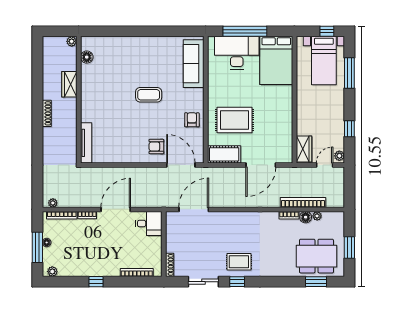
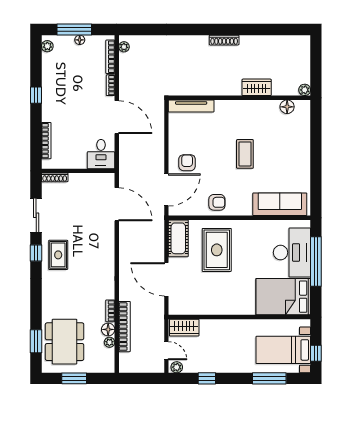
plant: (72, 41) -> (305, 90), moved
floor lamp: (87, 57) -> (287, 107), moved
wardrobe: (69, 84) -> (257, 87), moved
wall: (79, 100) -> (239, 98), moved
tv unit: (86, 143) -> (191, 106), moved

